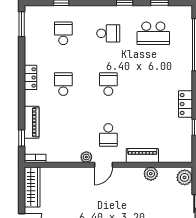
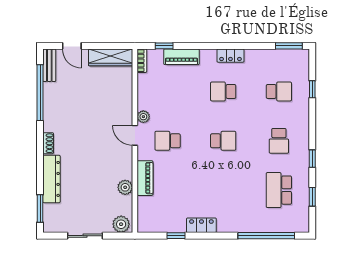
school desk: (63, 84) -> (223, 91), turned 180

